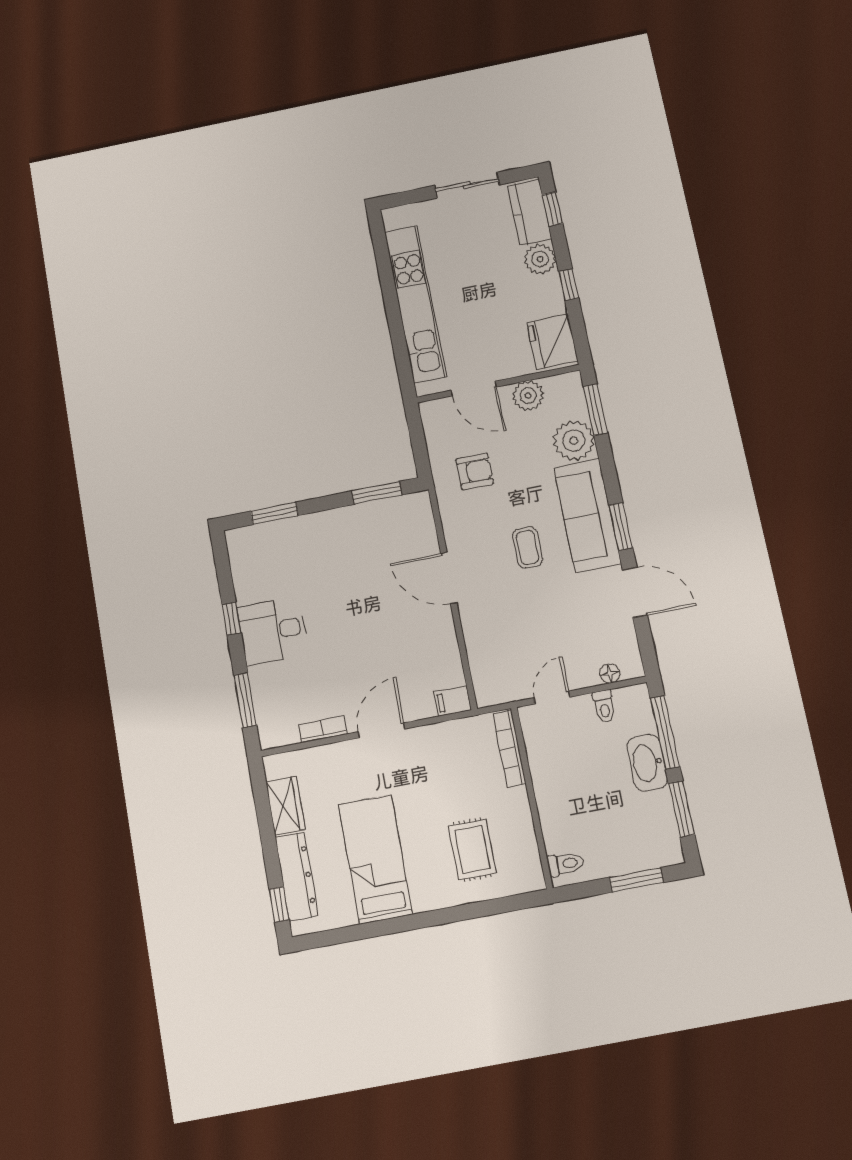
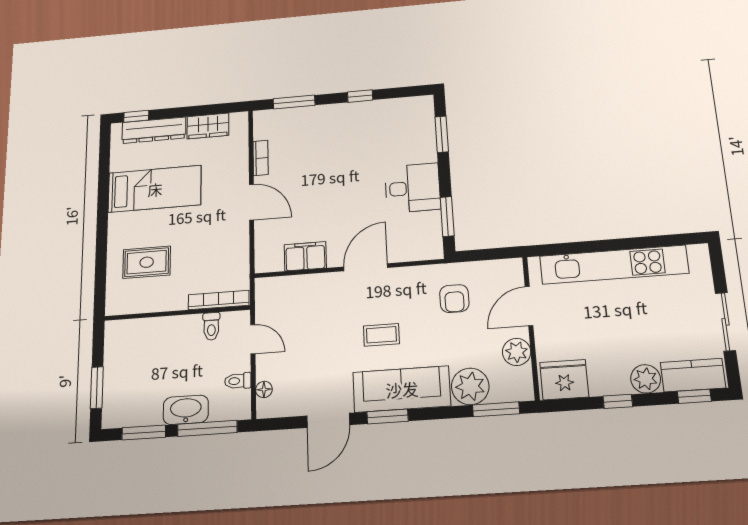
desk: (273, 631) -> (413, 188), moved, turned 90
filing cabinet: (452, 701) -> (305, 256), moved, width x2.00
toilet: (565, 864) -> (211, 326), moved

